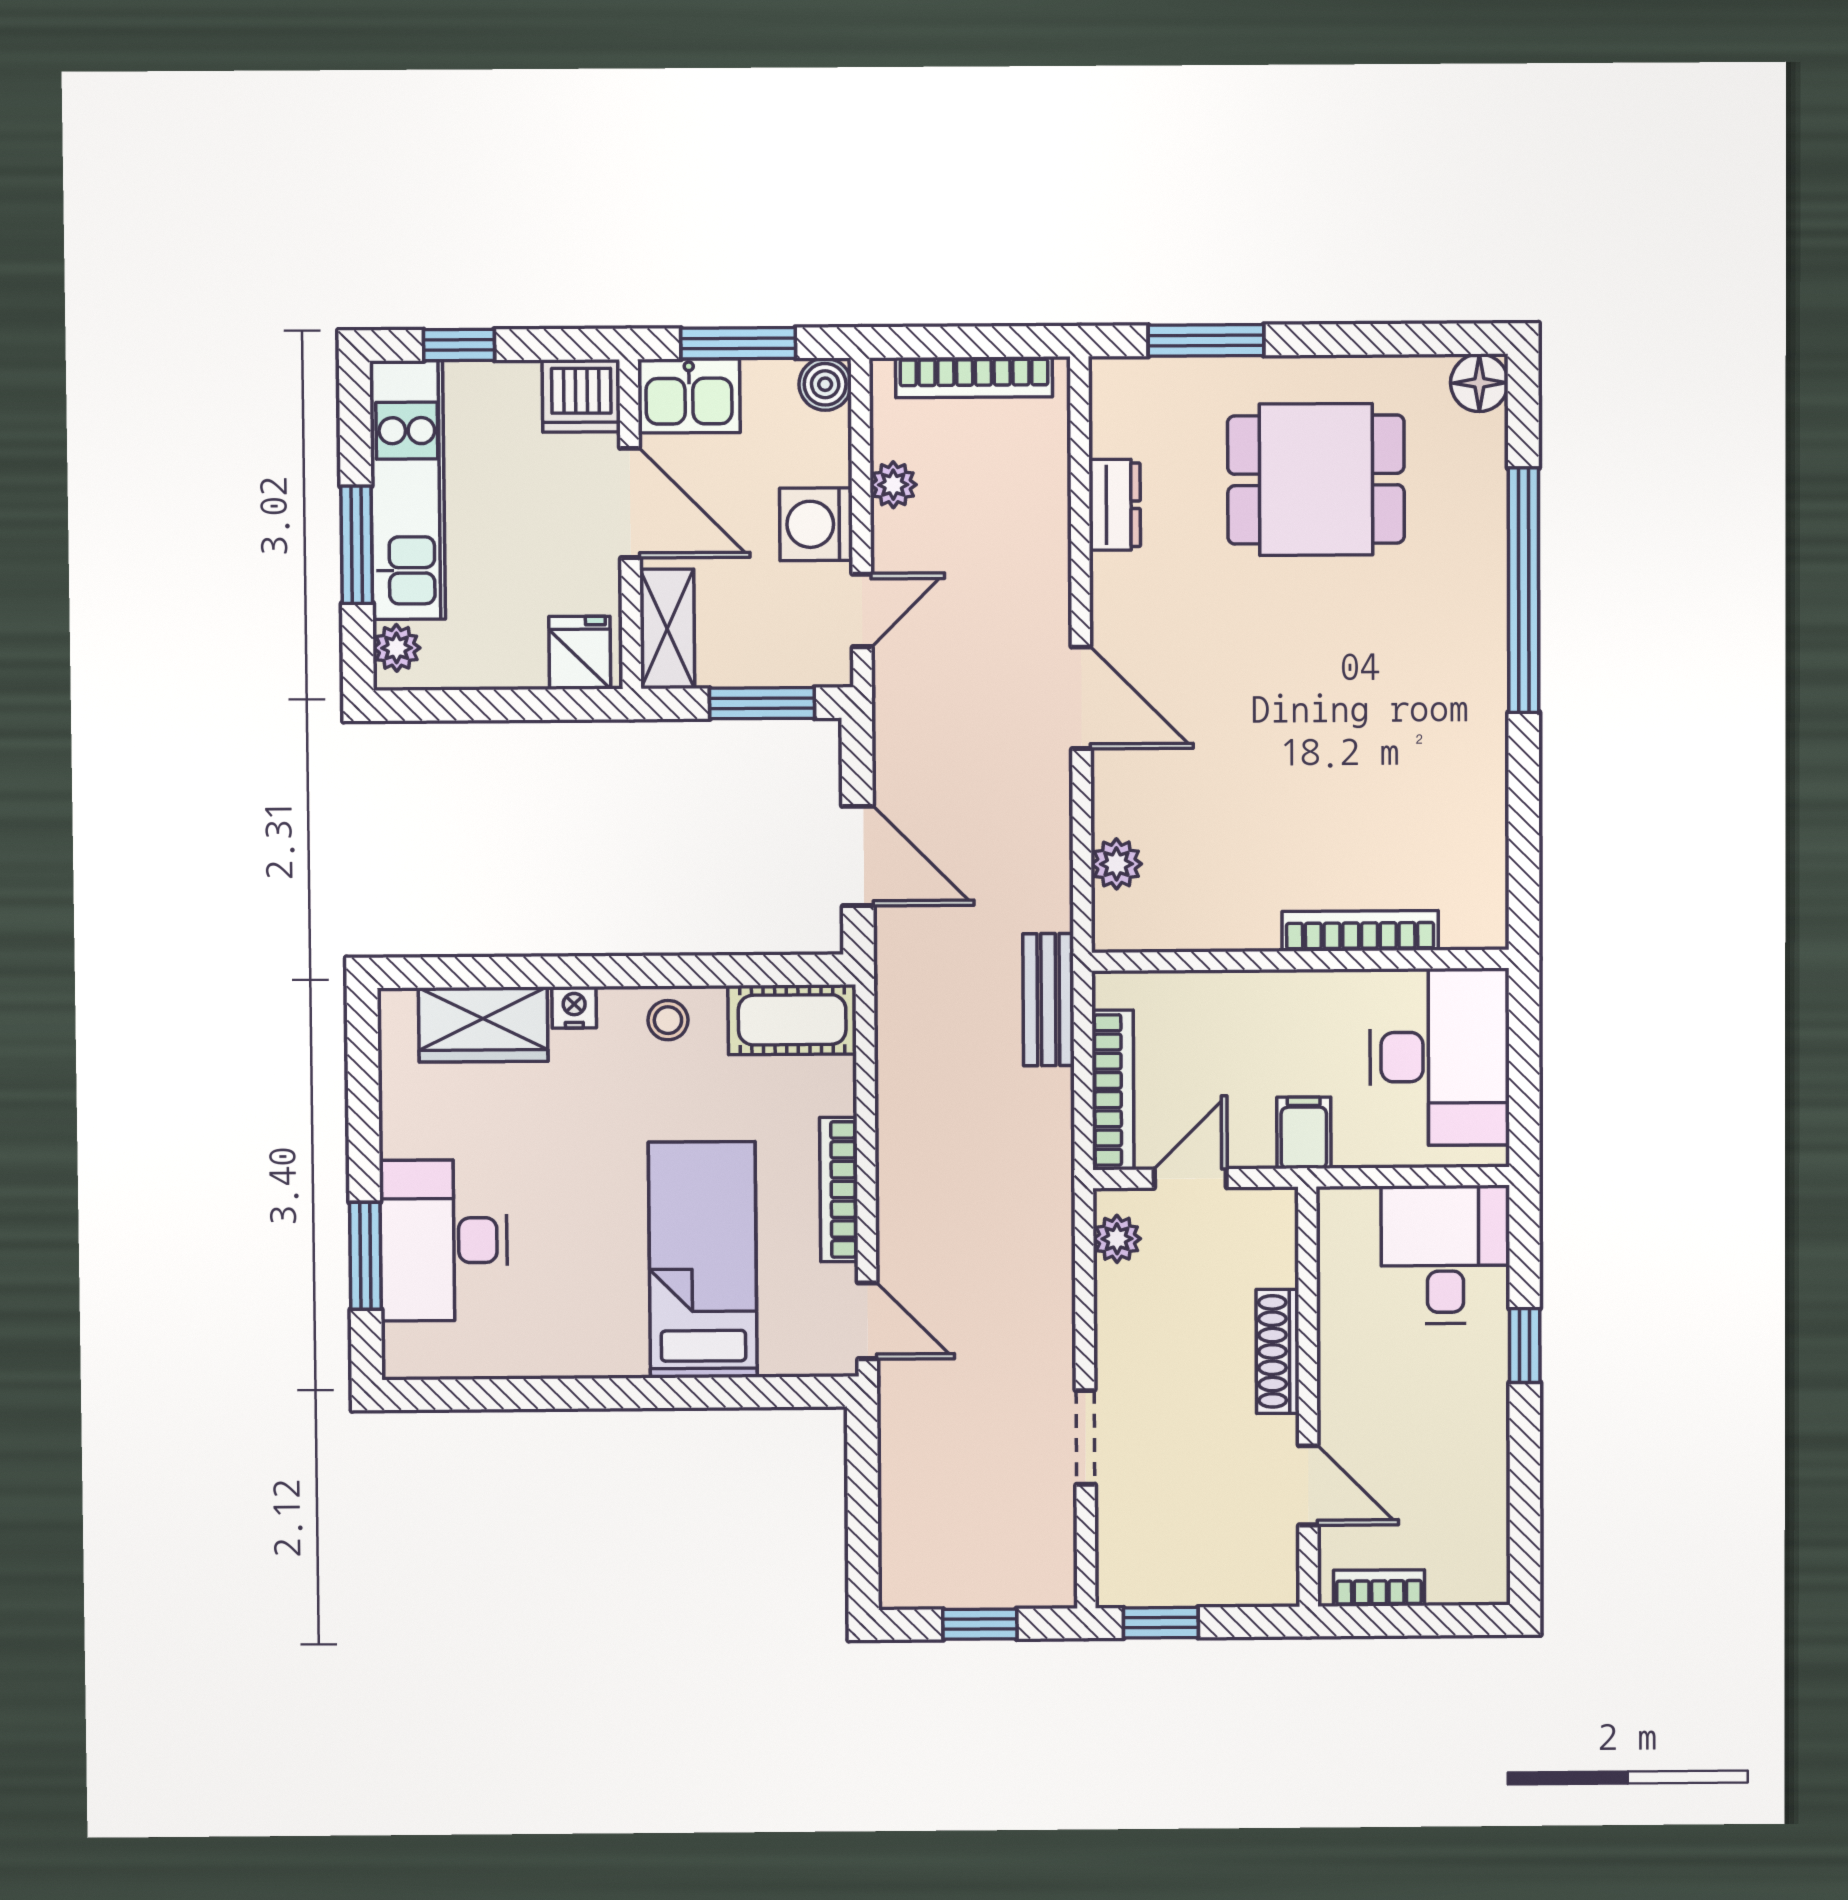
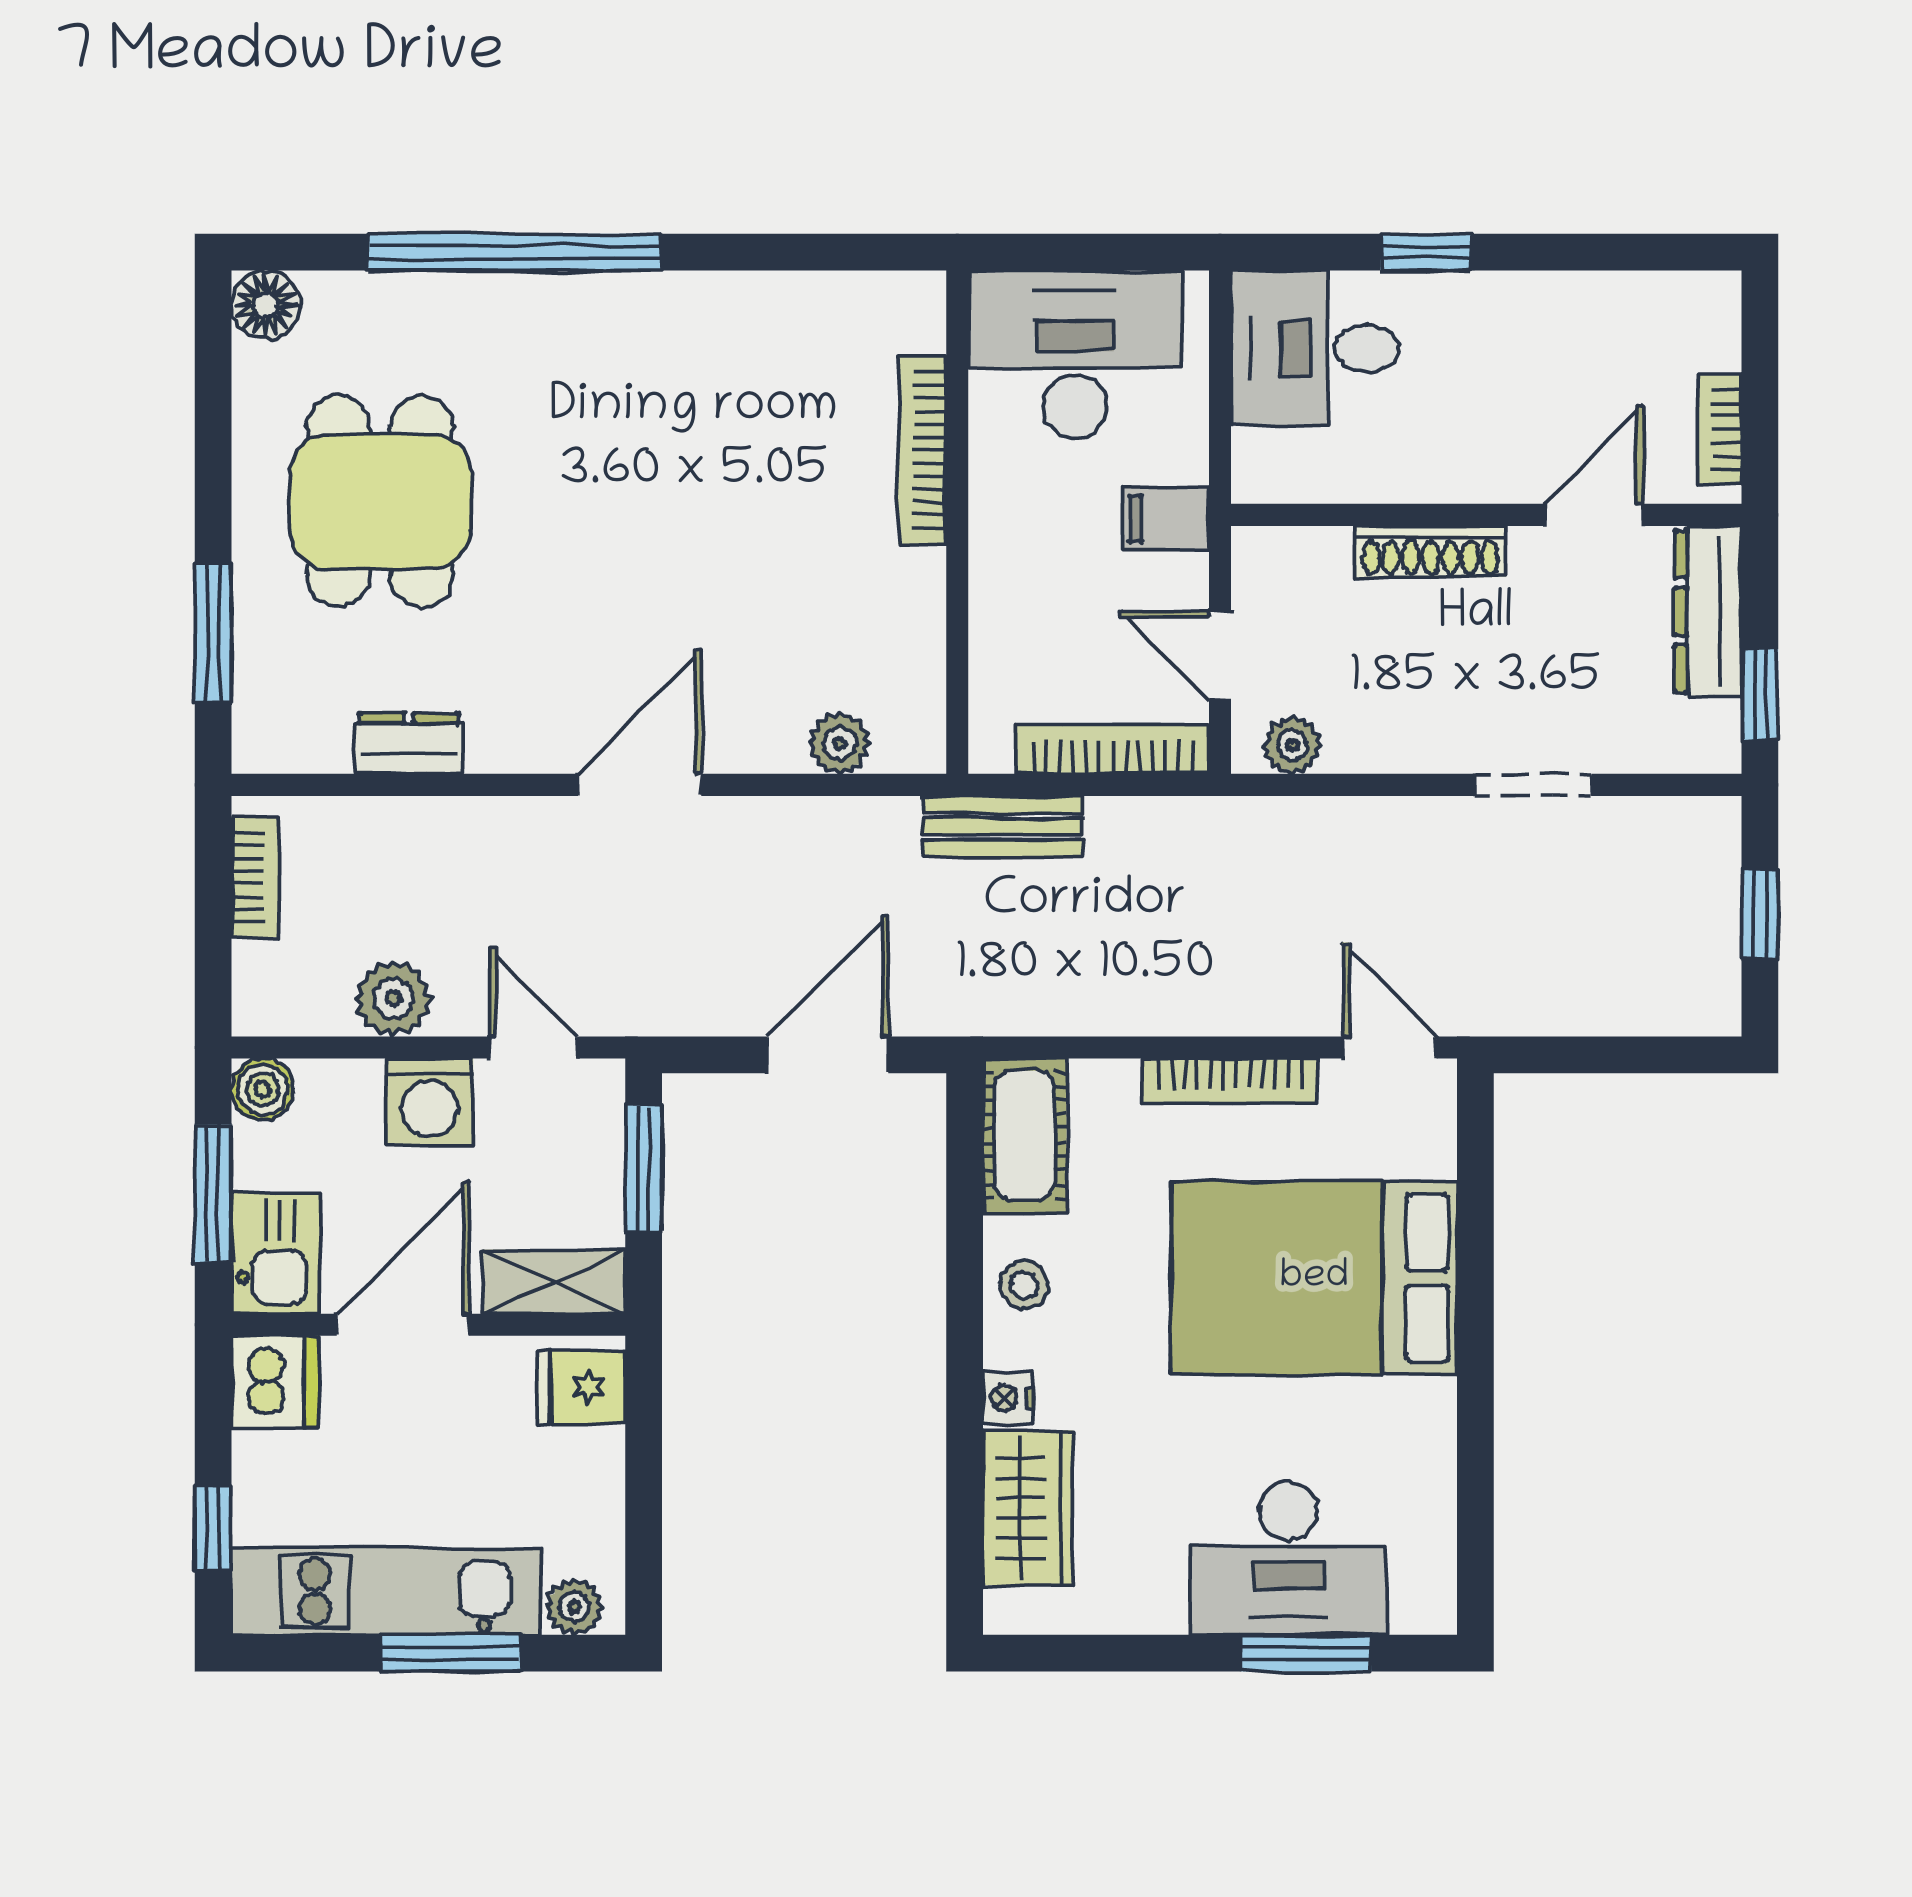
bookcase: (974, 377) -> (255, 877), width x0.64
plant: (893, 485) -> (393, 999), width x1.38, depth x1.38
bed: (703, 1260) -> (1314, 1278), width x1.50
door: (867, 1321) -> (1390, 1048), hinge flipped
dresser: (1229, 1580) -> (1708, 611), added

